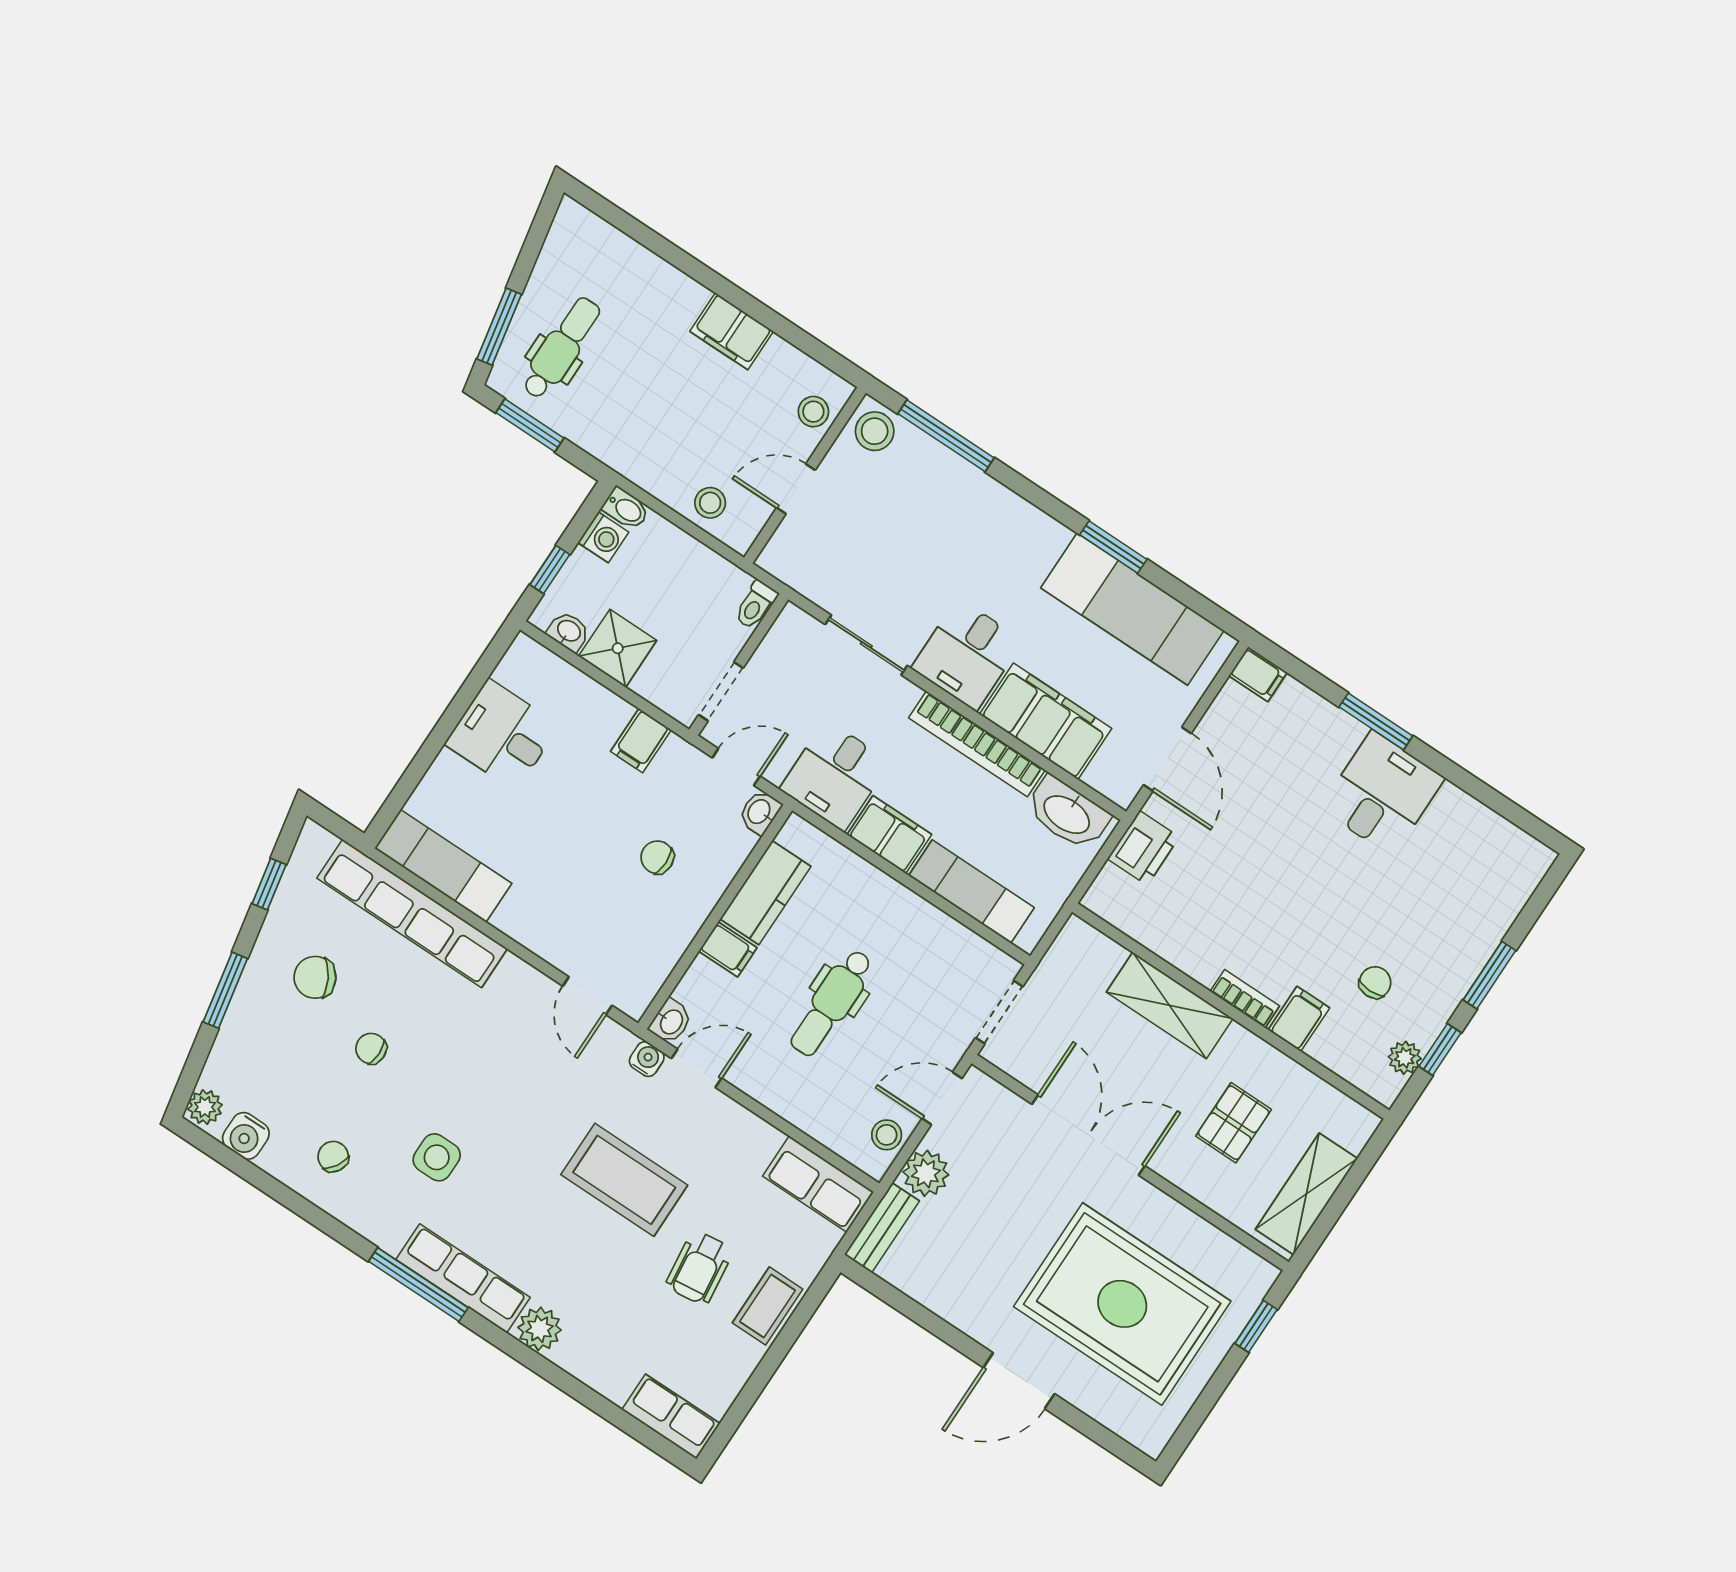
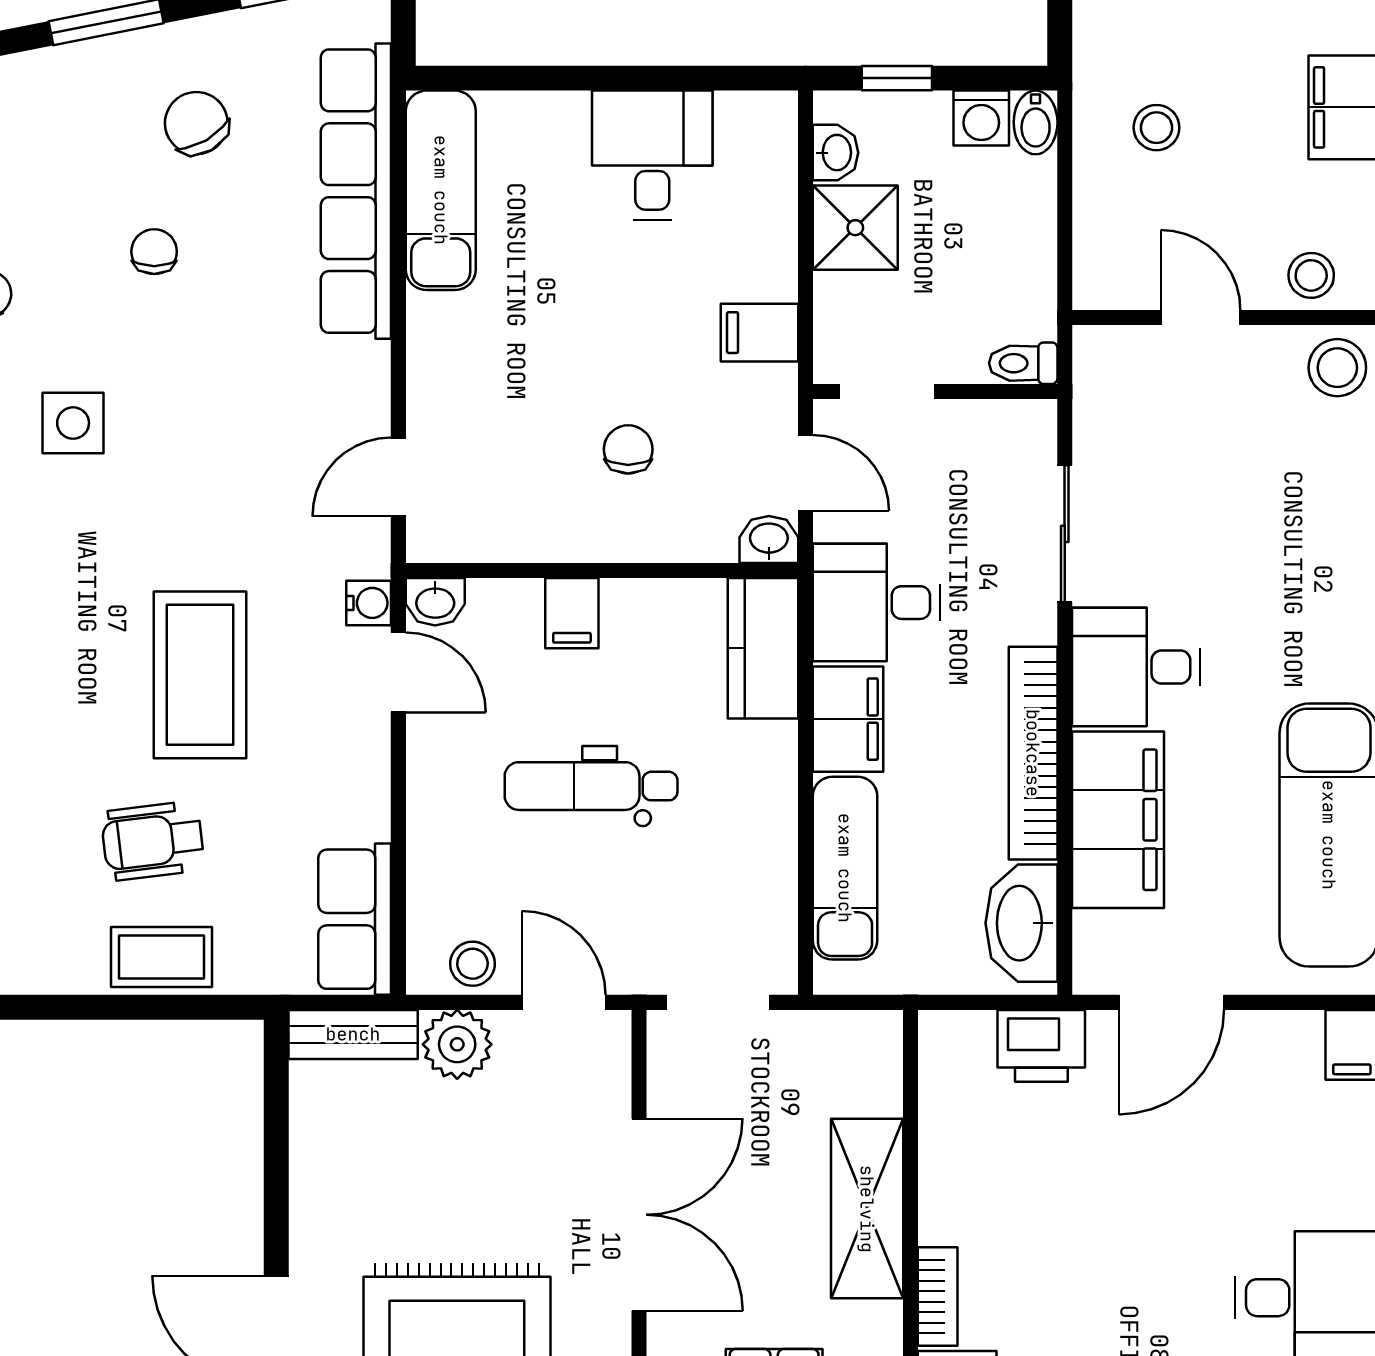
stool: (710, 503) -> (1156, 128), moved
kitchen counter: (765, 893) -> (763, 648), moved, turned 90

